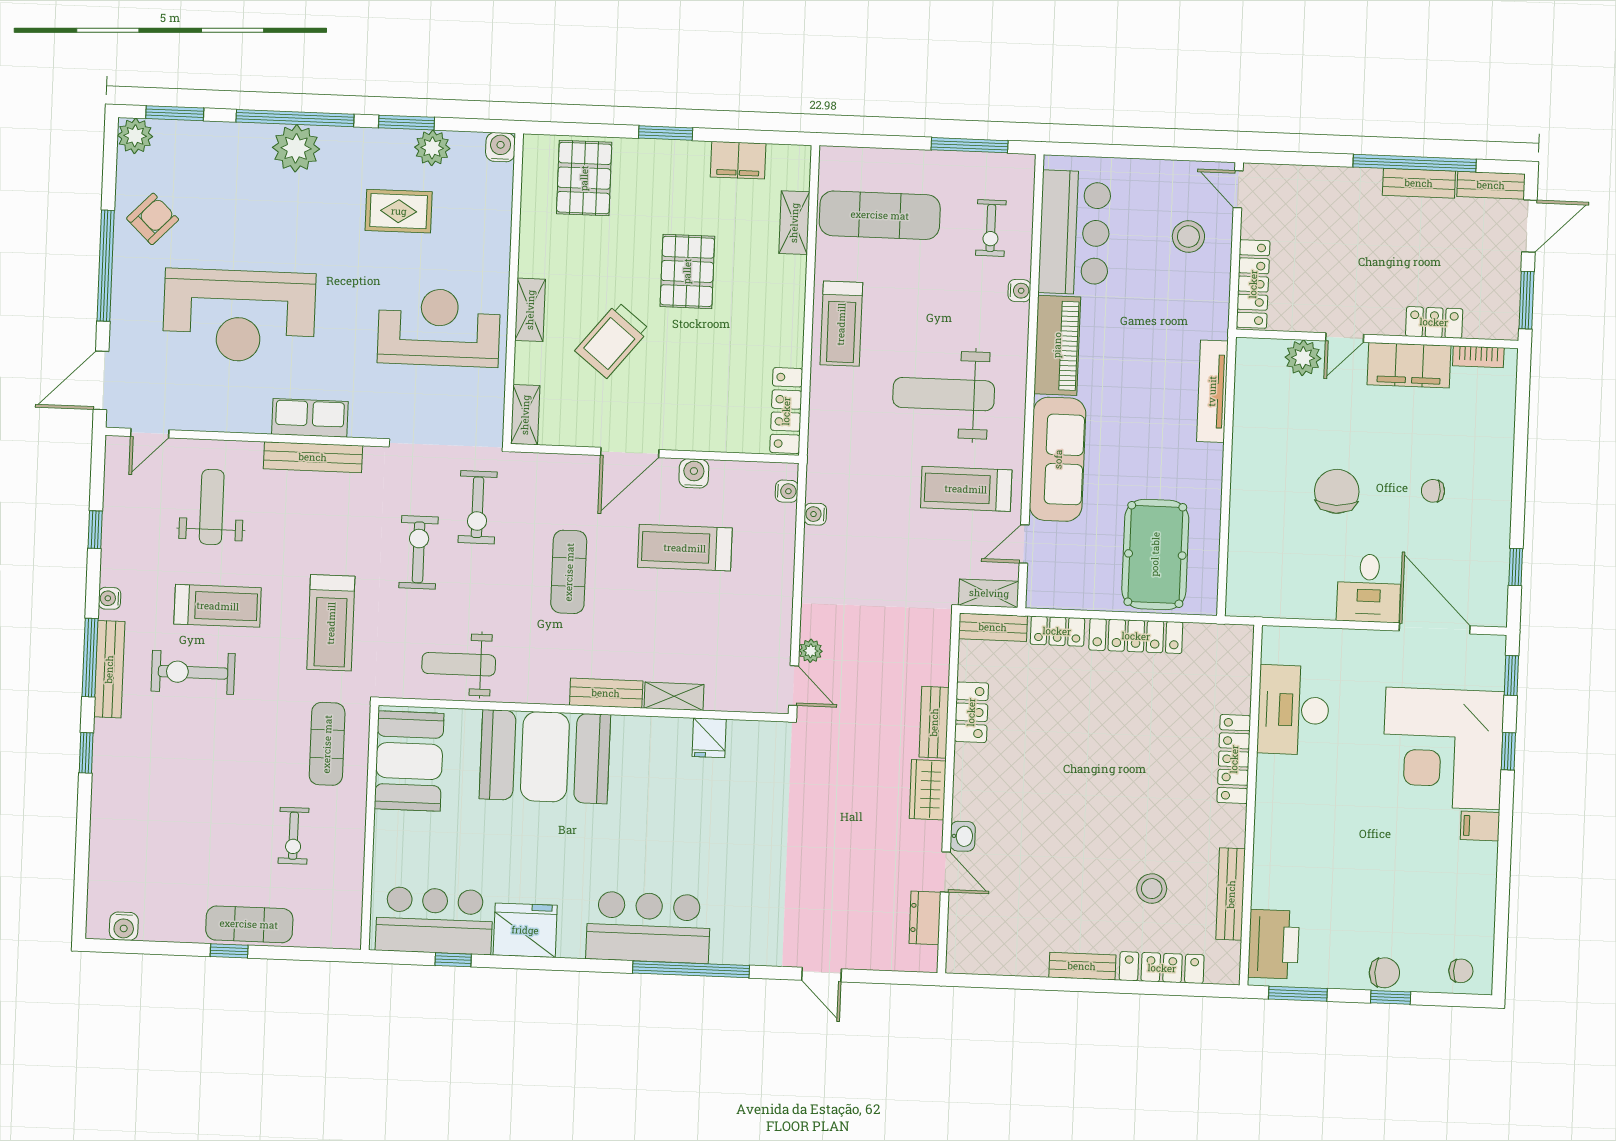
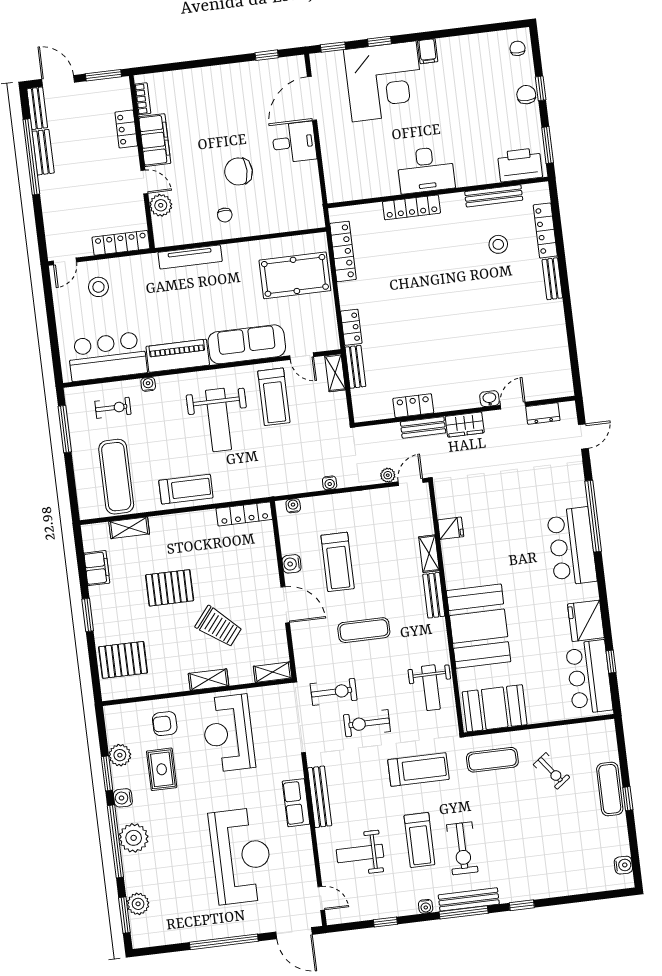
plant: (135, 136) -> (138, 904), moved
water cooler: (500, 147) -> (123, 798), moved
armchair: (153, 219) -> (165, 724), moved, turned -44
chair: (1433, 491) -> (225, 215), moved
water cooler: (815, 514) -> (330, 483), moved
treadmill: (218, 606) -> (419, 840), turned 180
locker: (1136, 636) -> (343, 251), moved
desk: (1293, 710) -> (426, 170), moved
locker: (971, 712) -> (413, 406), moved
bench: (934, 722) -> (423, 427), moved
wardrobe: (928, 790) -> (465, 425), moved
wall: (949, 793) -> (465, 412), moved
exercise bike: (293, 836) -> (552, 771), turned 53
washbasin: (963, 836) -> (489, 399), moved
door: (945, 872) -> (513, 406), moved
dresser: (925, 918) -> (543, 414), moved

